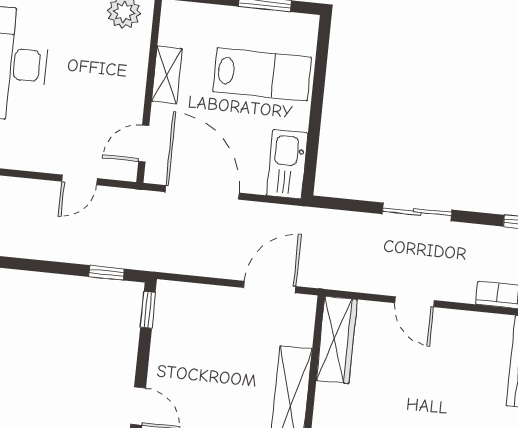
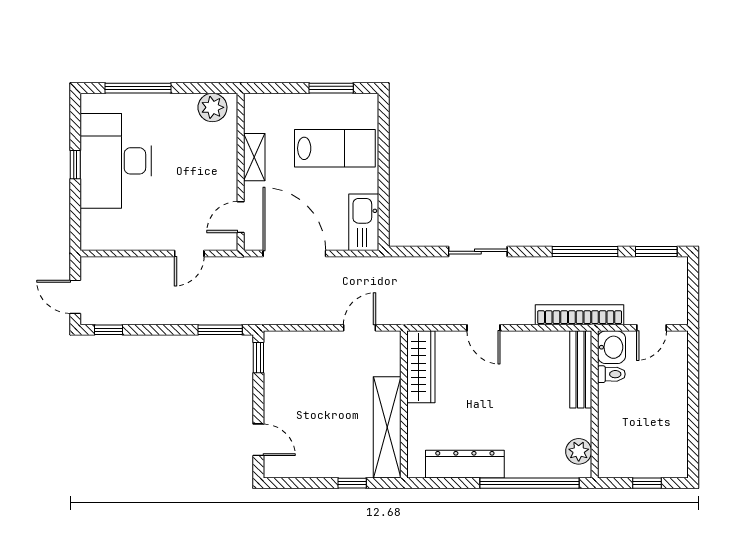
window: (106, 273) -> (220, 330), width x1.50
door: (270, 287) -> (360, 328), width x0.73

